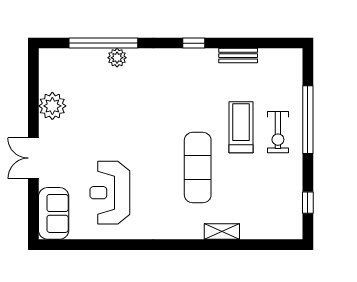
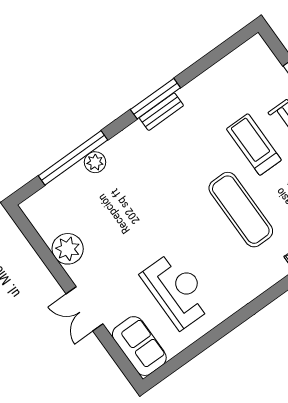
window: (194, 43) -> (155, 99), width x2.17
bench: (238, 56) -> (161, 112), moved
reception desk: (110, 193) -> (177, 290), turned 180

